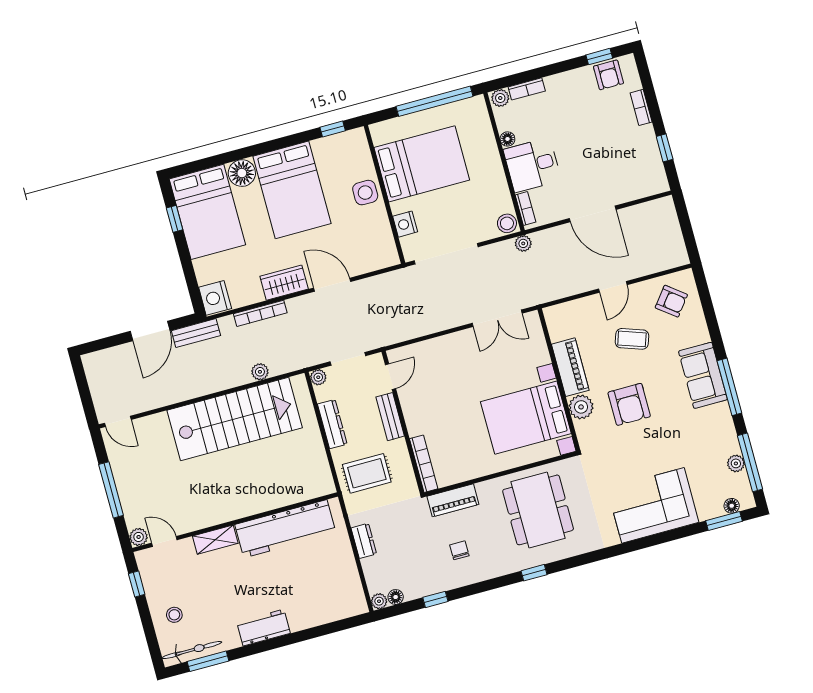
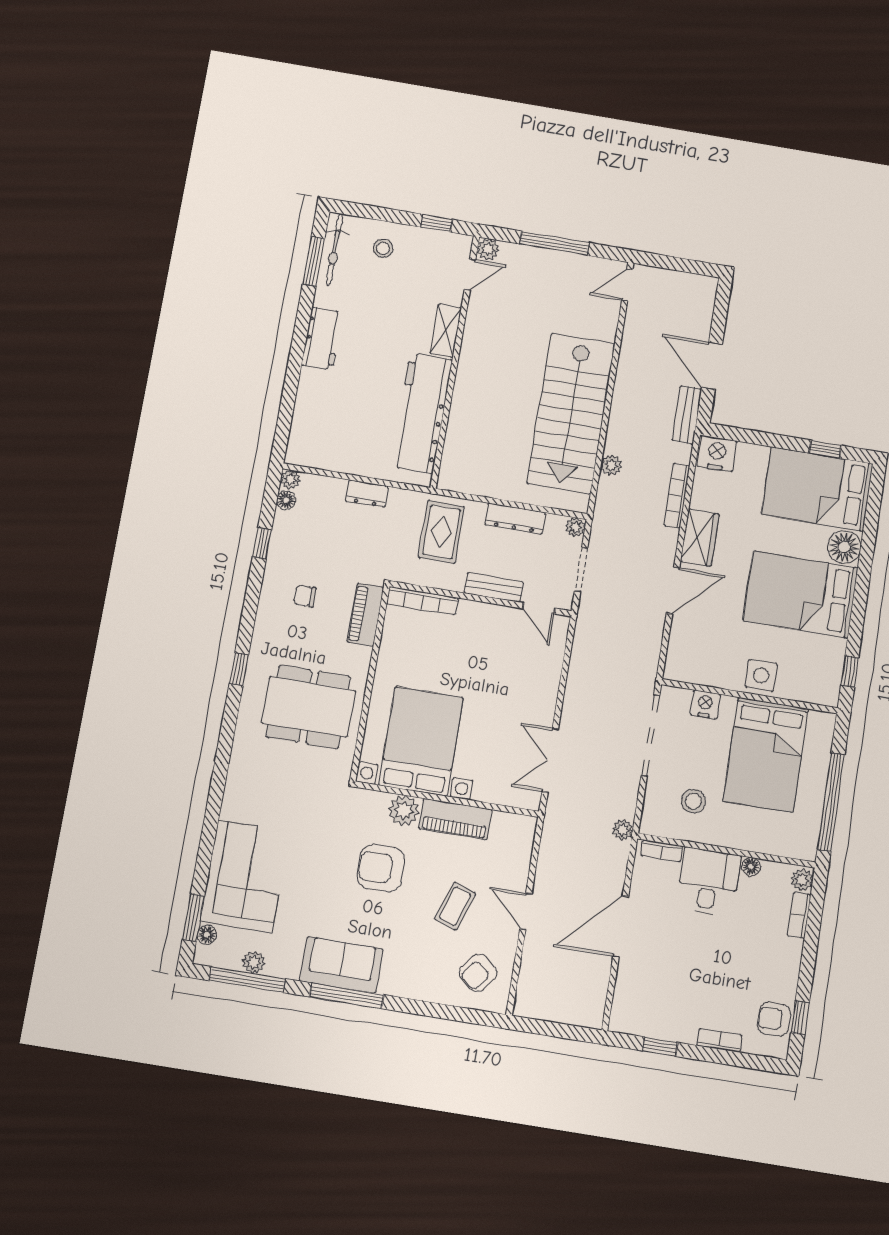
stool: (507, 223) -> (693, 801), moved
sofa: (703, 375) -> (341, 965), moved
corner sofa: (653, 505) -> (245, 876), moved
chair: (459, 550) -> (305, 596), turned 180

